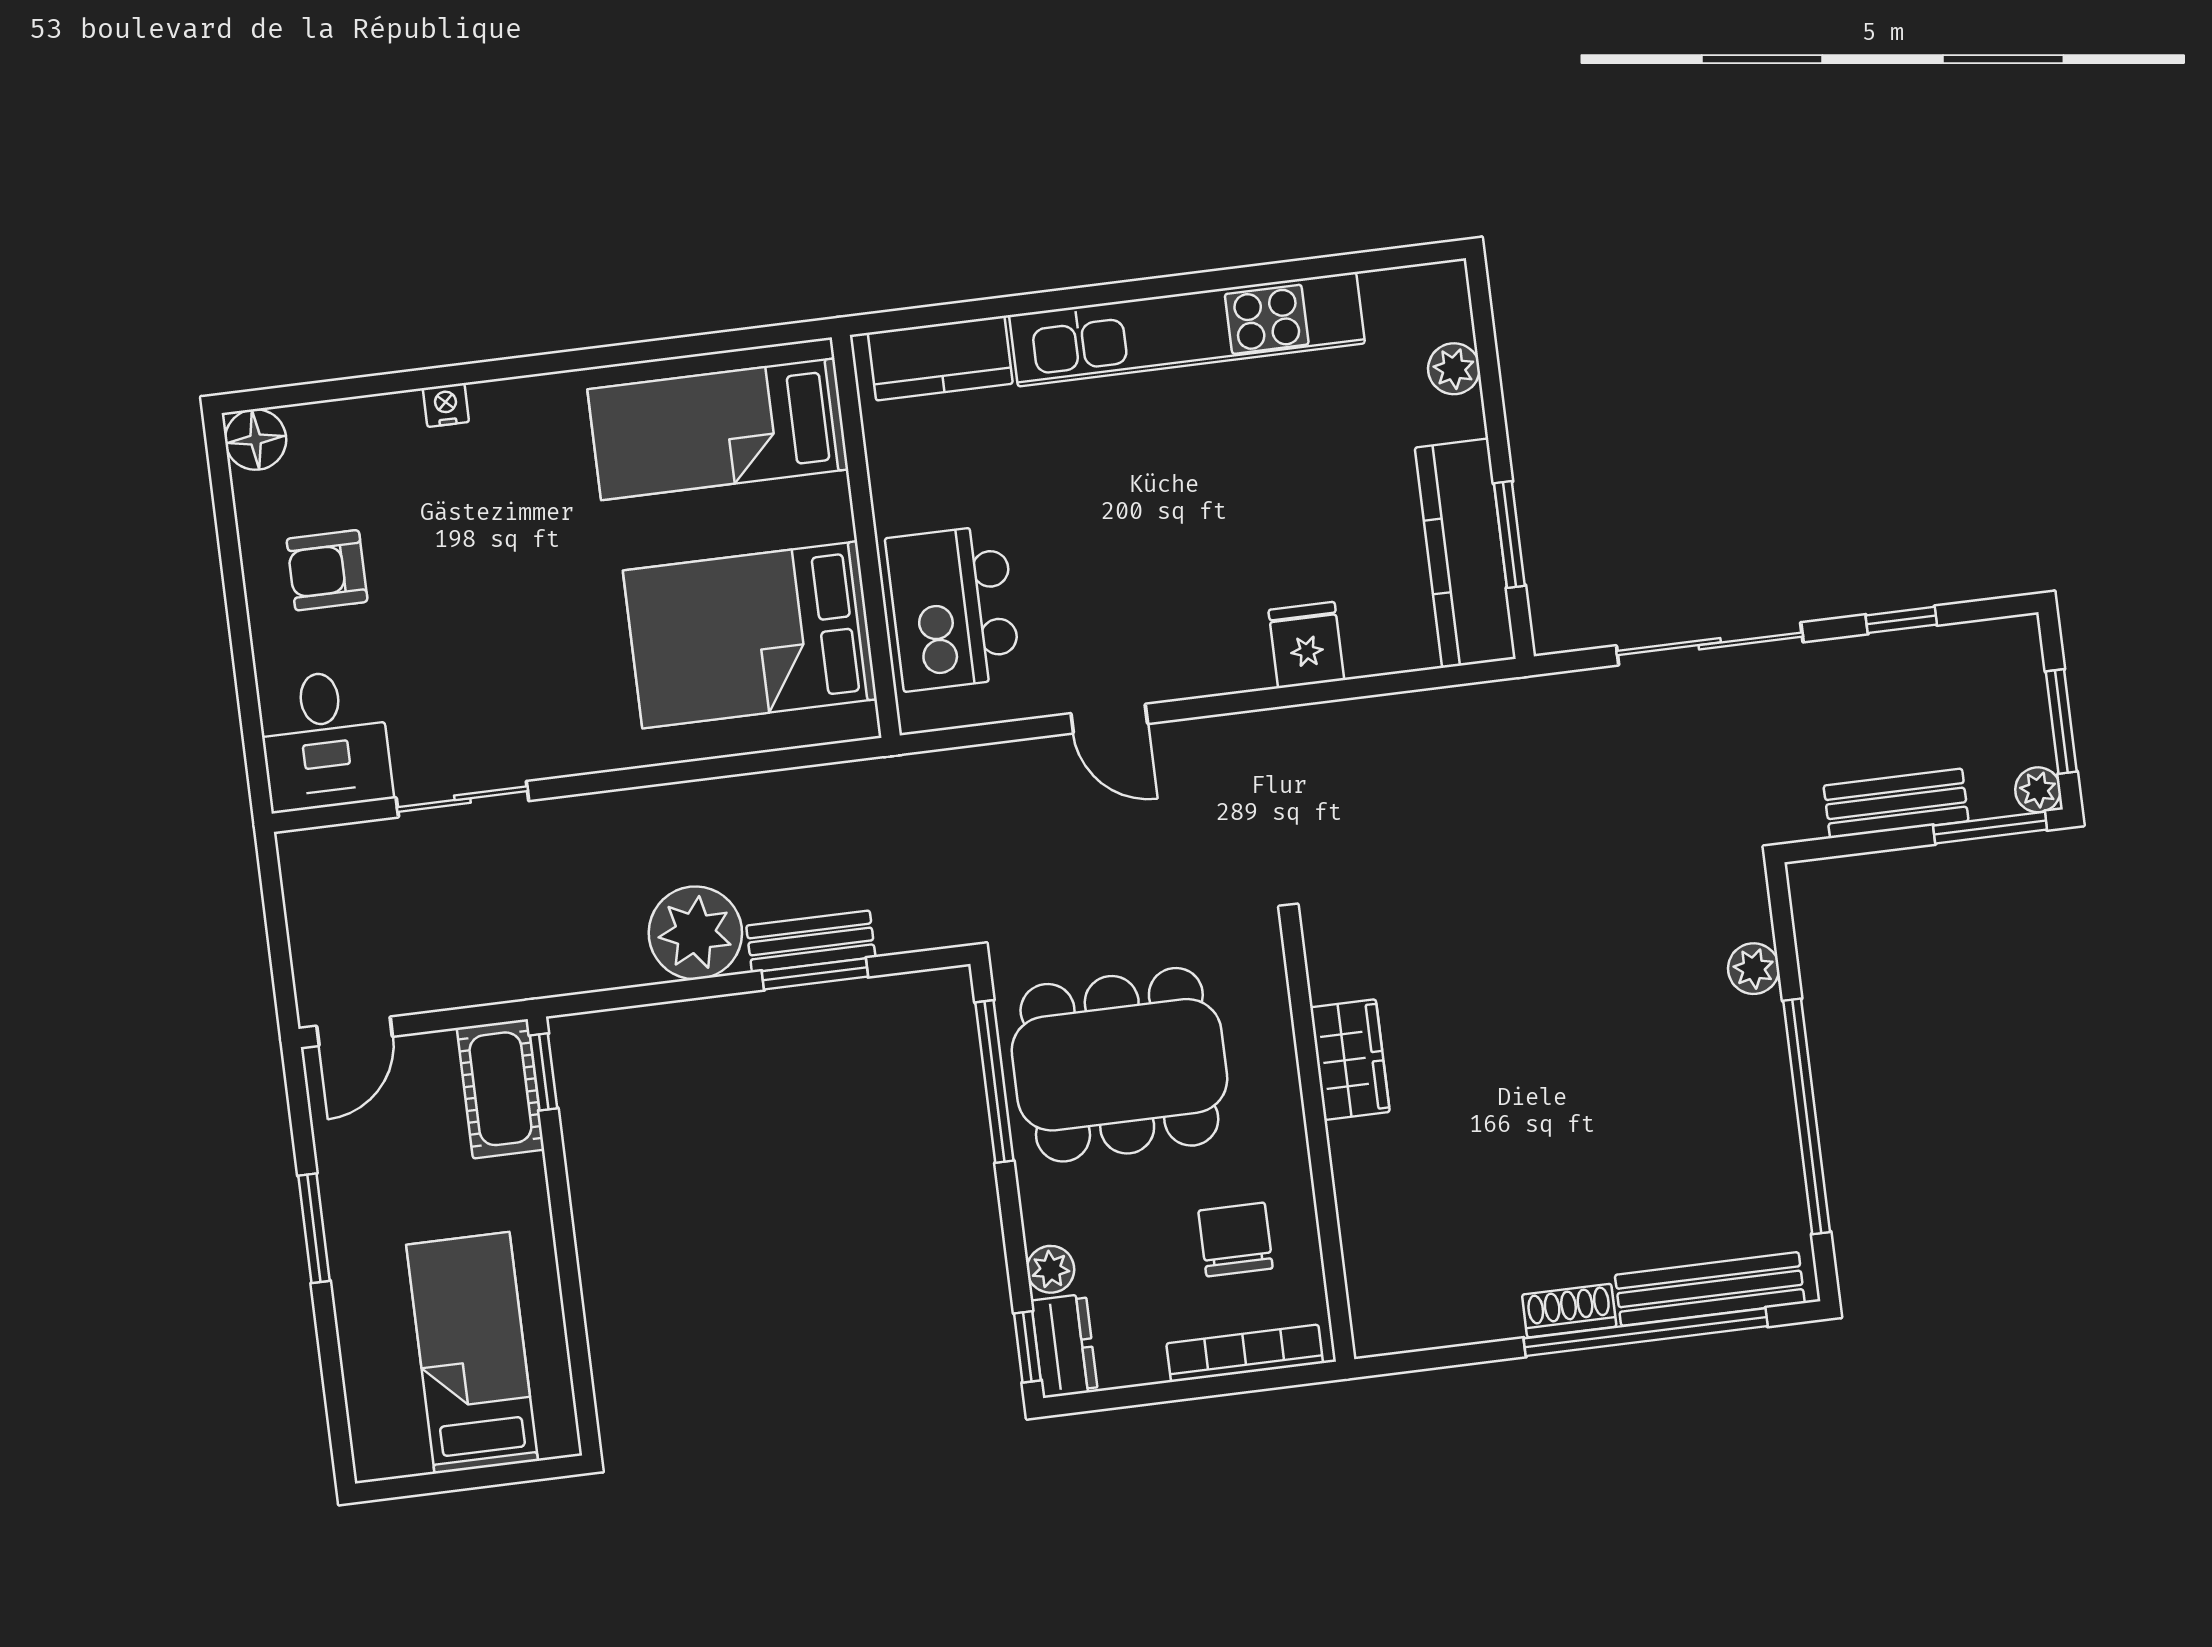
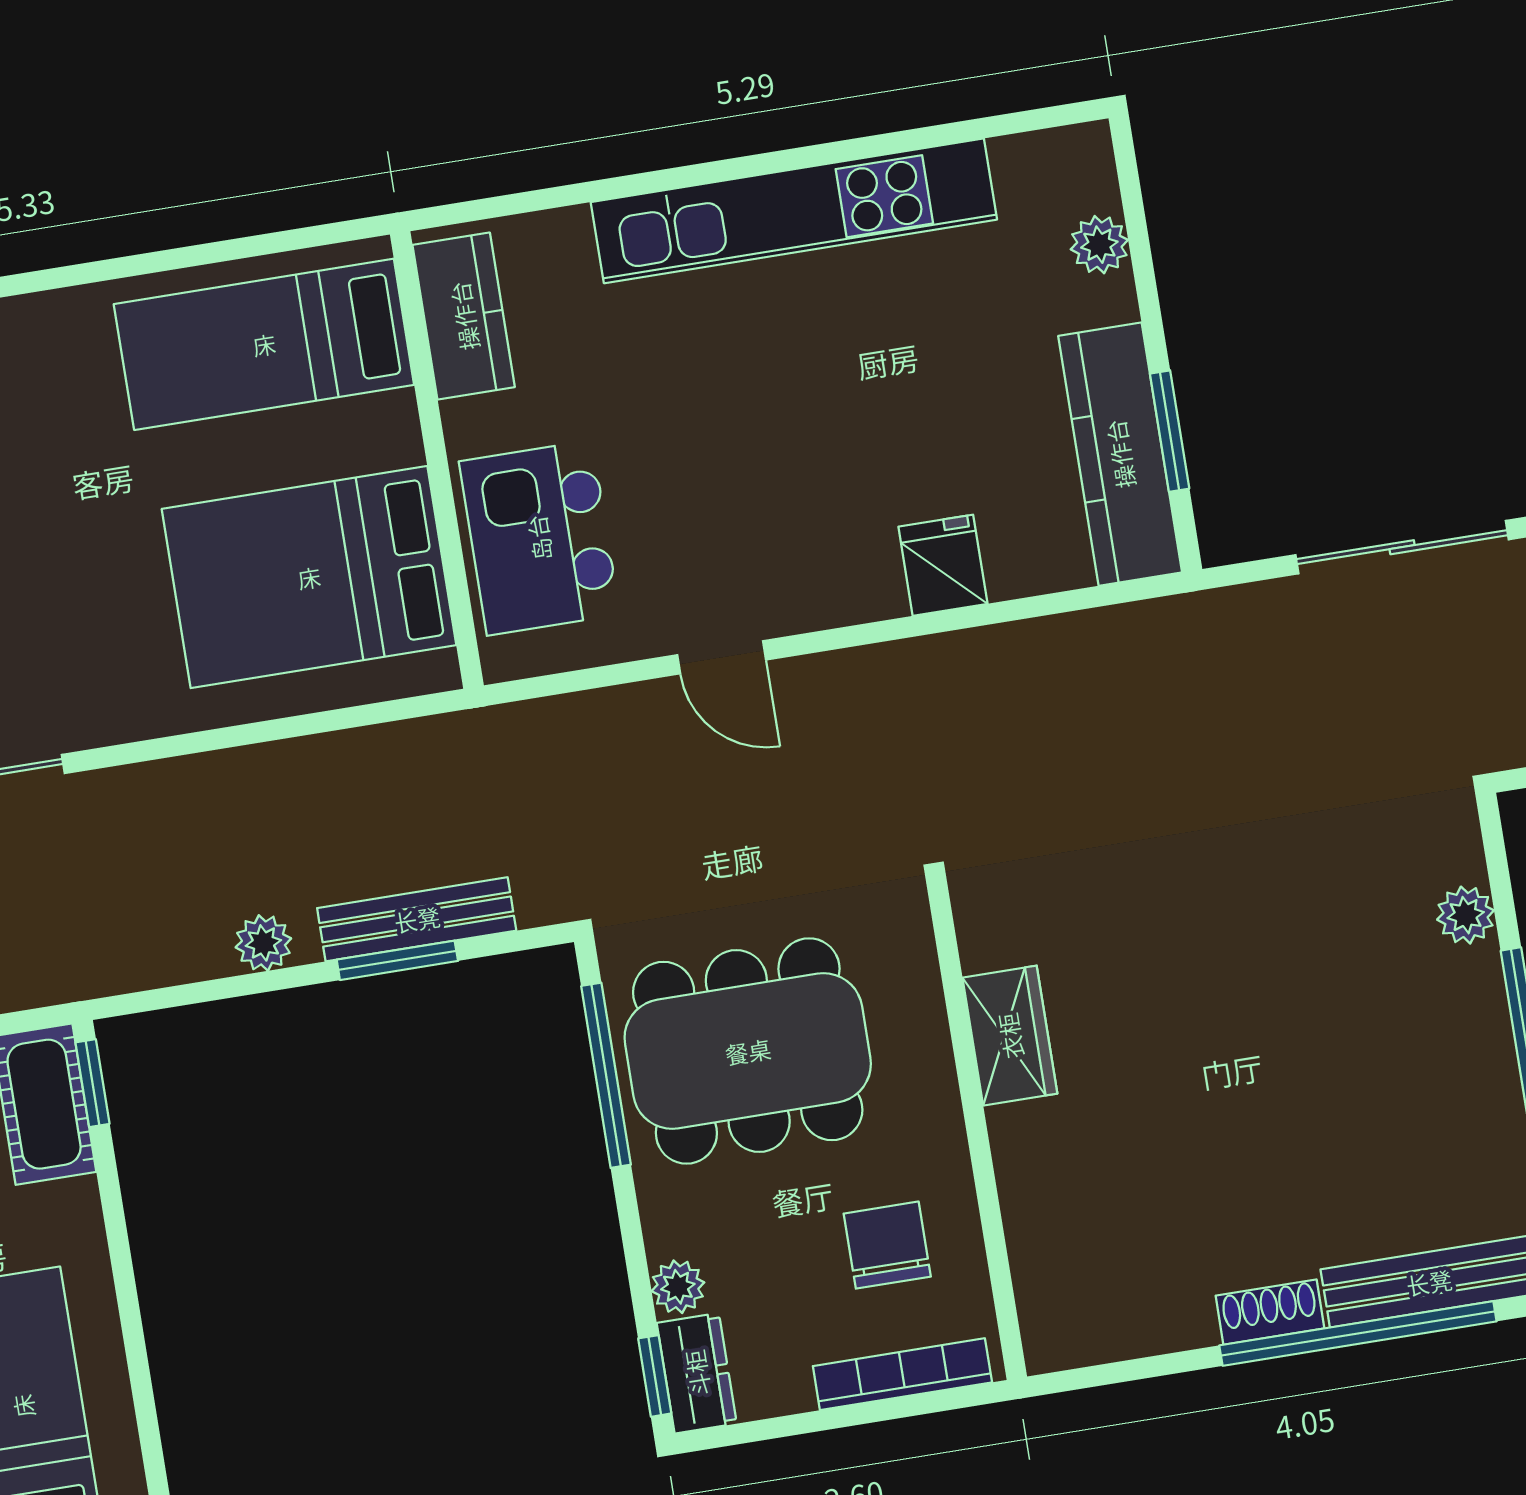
kitchen counter: (940, 358) -> (464, 316), moved, turned -90
plant: (695, 933) -> (263, 943), width x0.53, depth x0.53
bench: (811, 941) -> (417, 919), width x1.36

